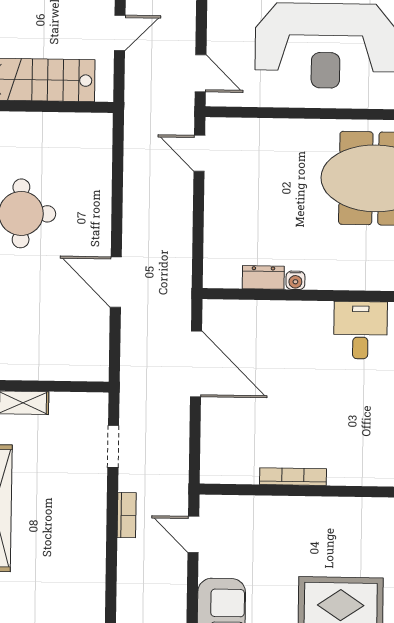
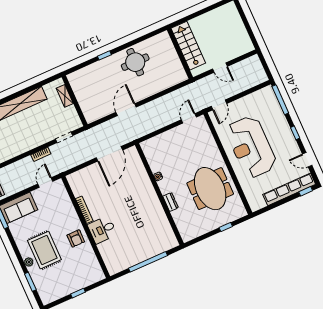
dresser: (263, 277) -> (171, 202), moved
desk: (360, 330) -> (102, 230), moved, turned 180
armchair: (347, 525) -> (76, 238), added

